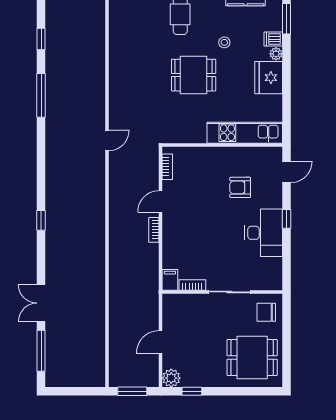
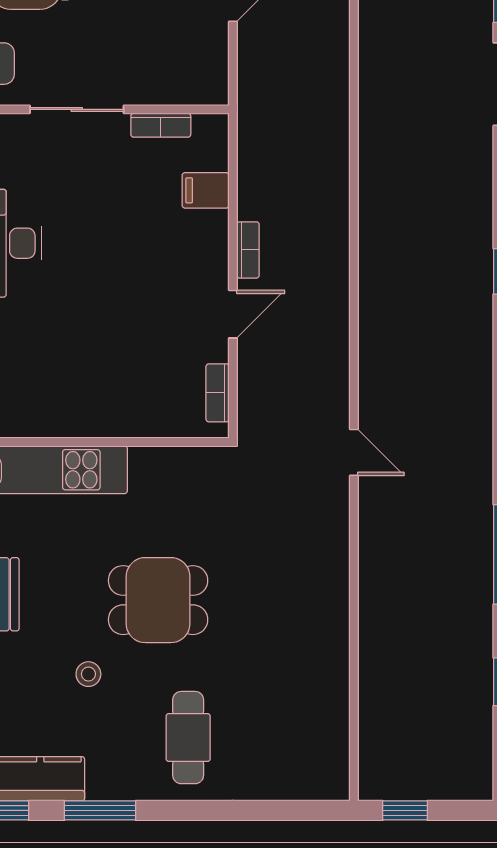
door: (107, 140) -> (354, 452), swing flipped
armchair: (240, 187) -> (52, 346), removed
filing cabinet: (170, 280) -> (206, 190), moved, turned 90

